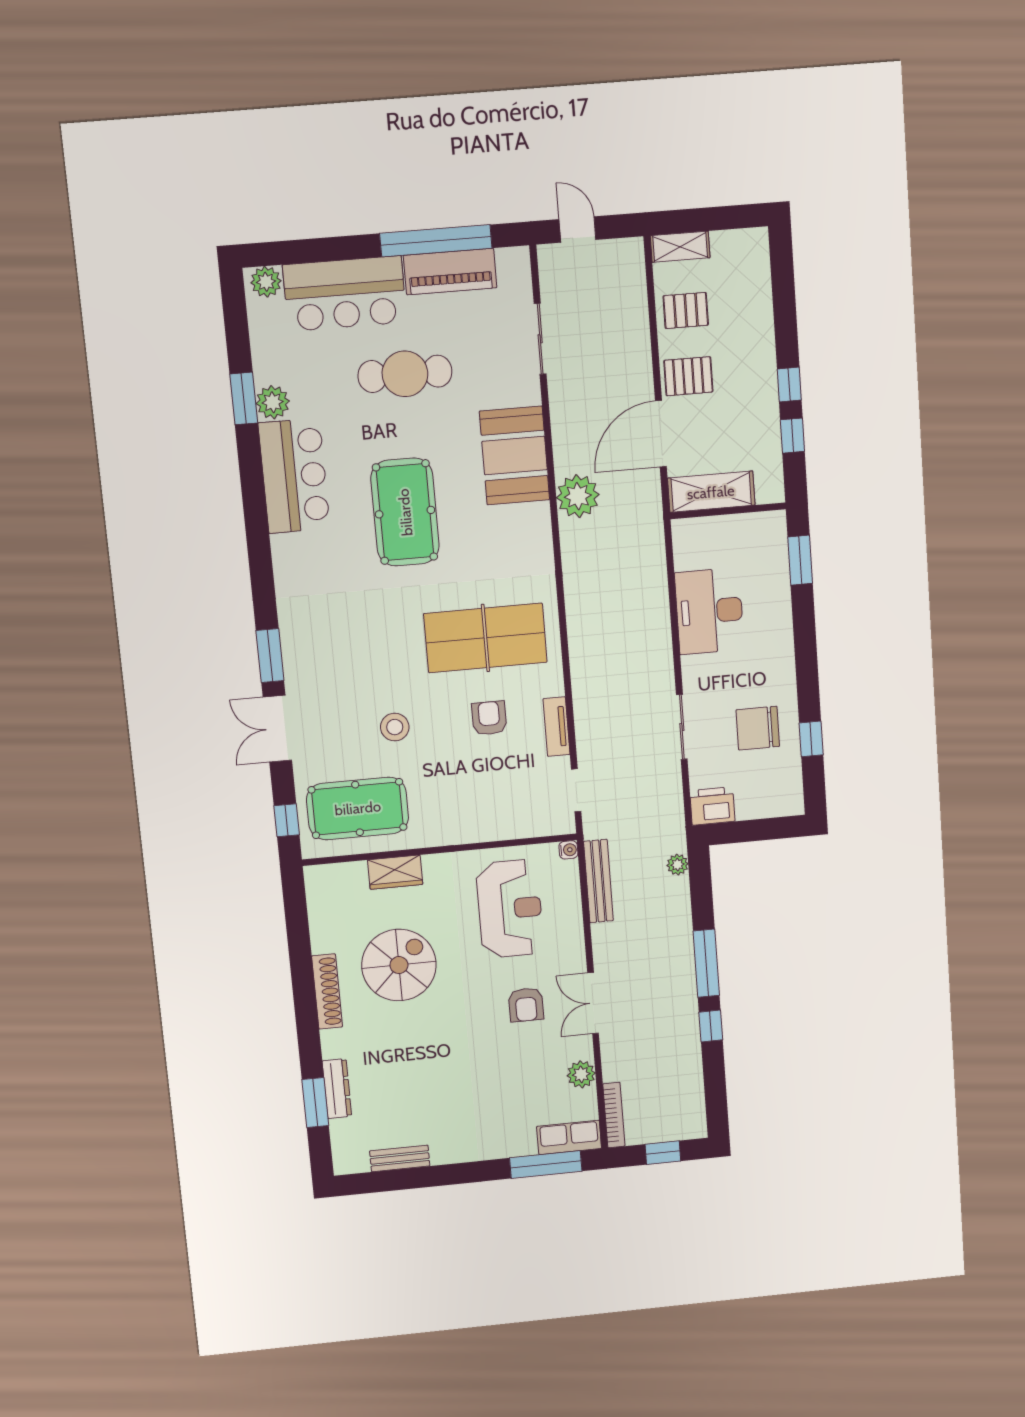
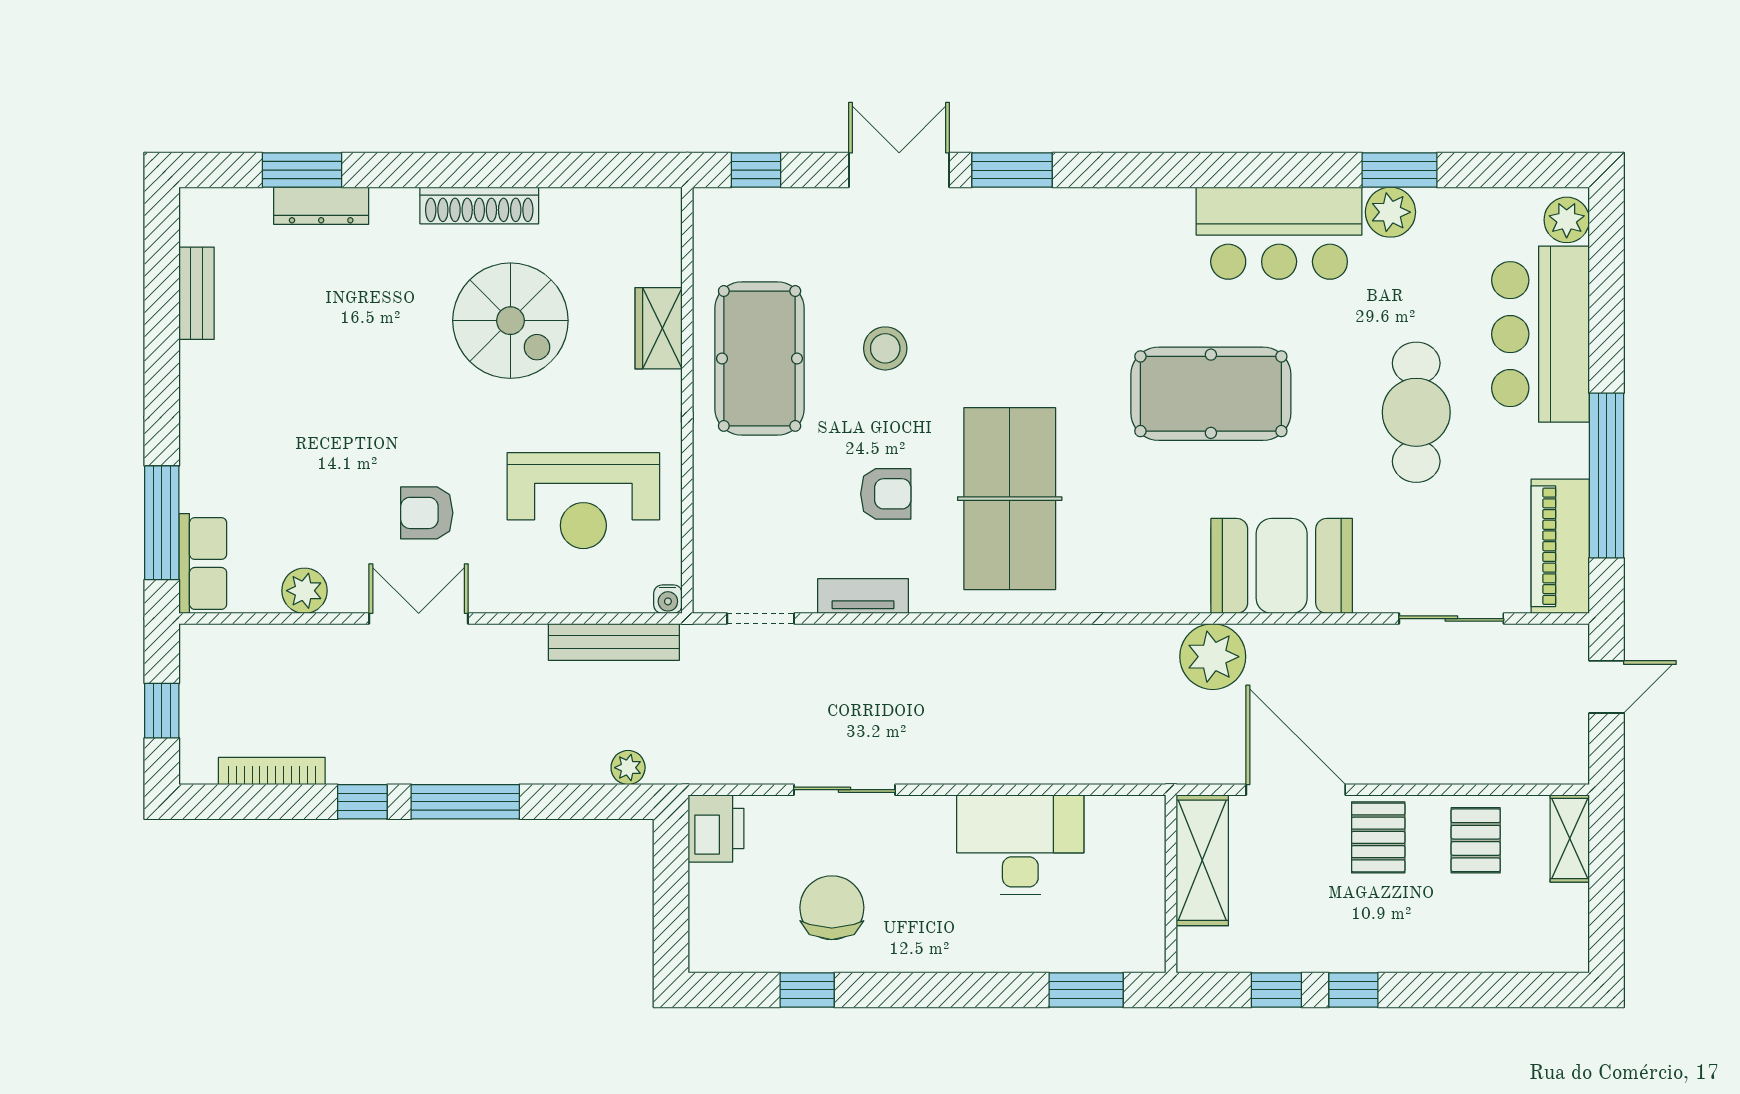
piano: (450, 272) -> (1560, 546), moved
pool table: (358, 808) -> (760, 358), moved
bookcase: (614, 1115) -> (272, 771), moved, turned 180

